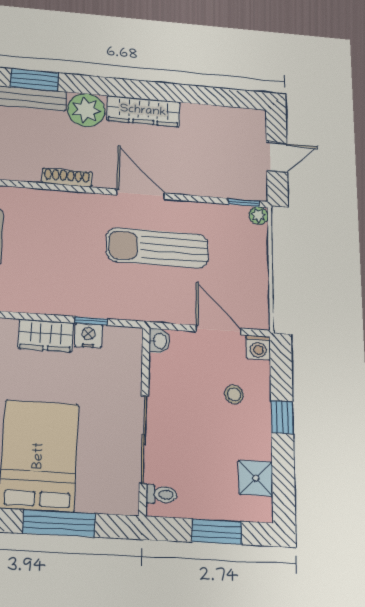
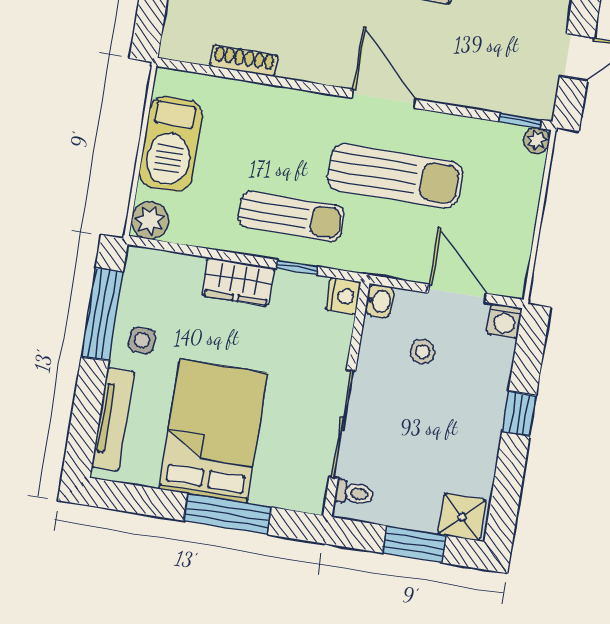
shoe rack: (67, 177) -> (244, 61), moved
sun lounger: (157, 248) -> (395, 176), turned 180
sun lounger: (82, 283) -> (291, 216), added
nightstand: (88, 335) -> (343, 296), moved, turned 90
stool: (234, 394) -> (423, 352), moved
shower: (256, 478) -> (462, 517), moved

